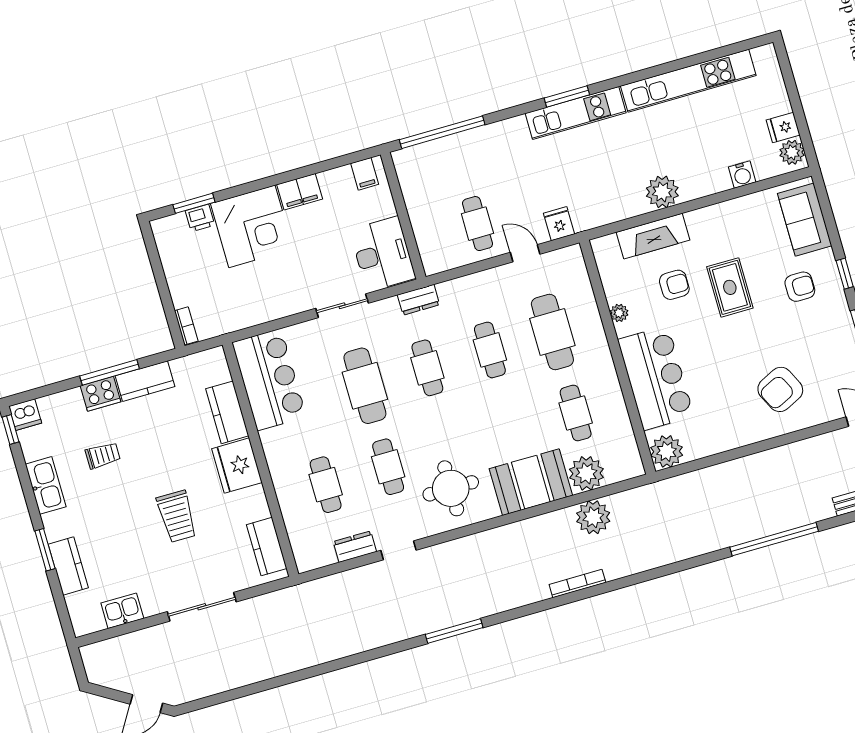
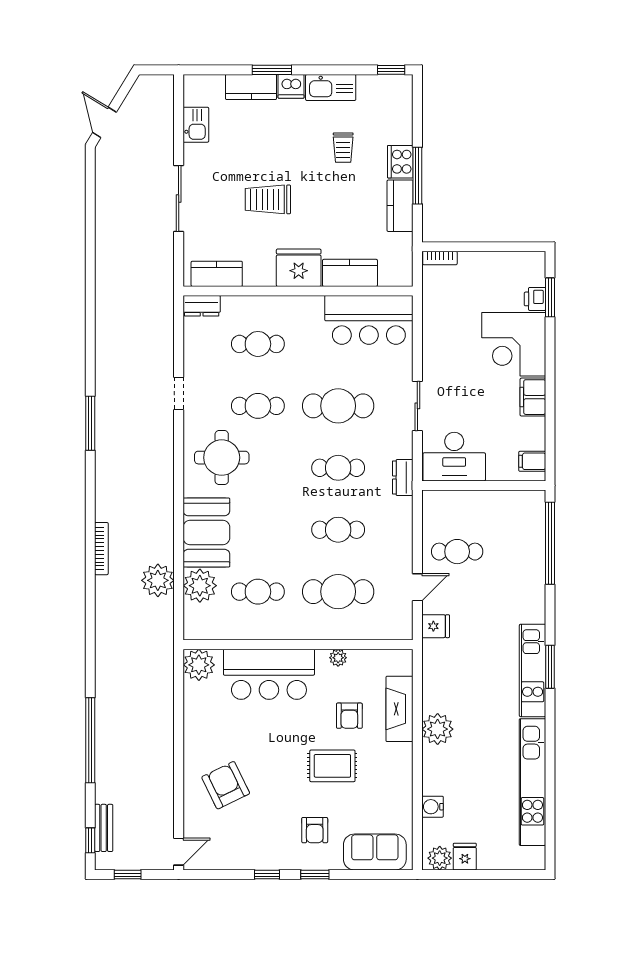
dishwasher: (25, 415) -> (291, 86), moved, turned -90
dresser: (355, 547) -> (202, 306), moved, turned 90

